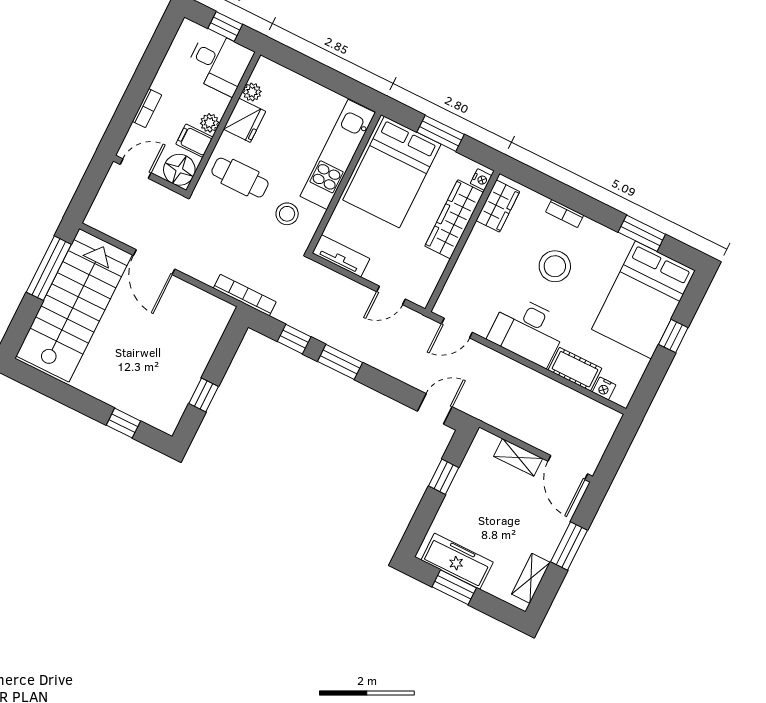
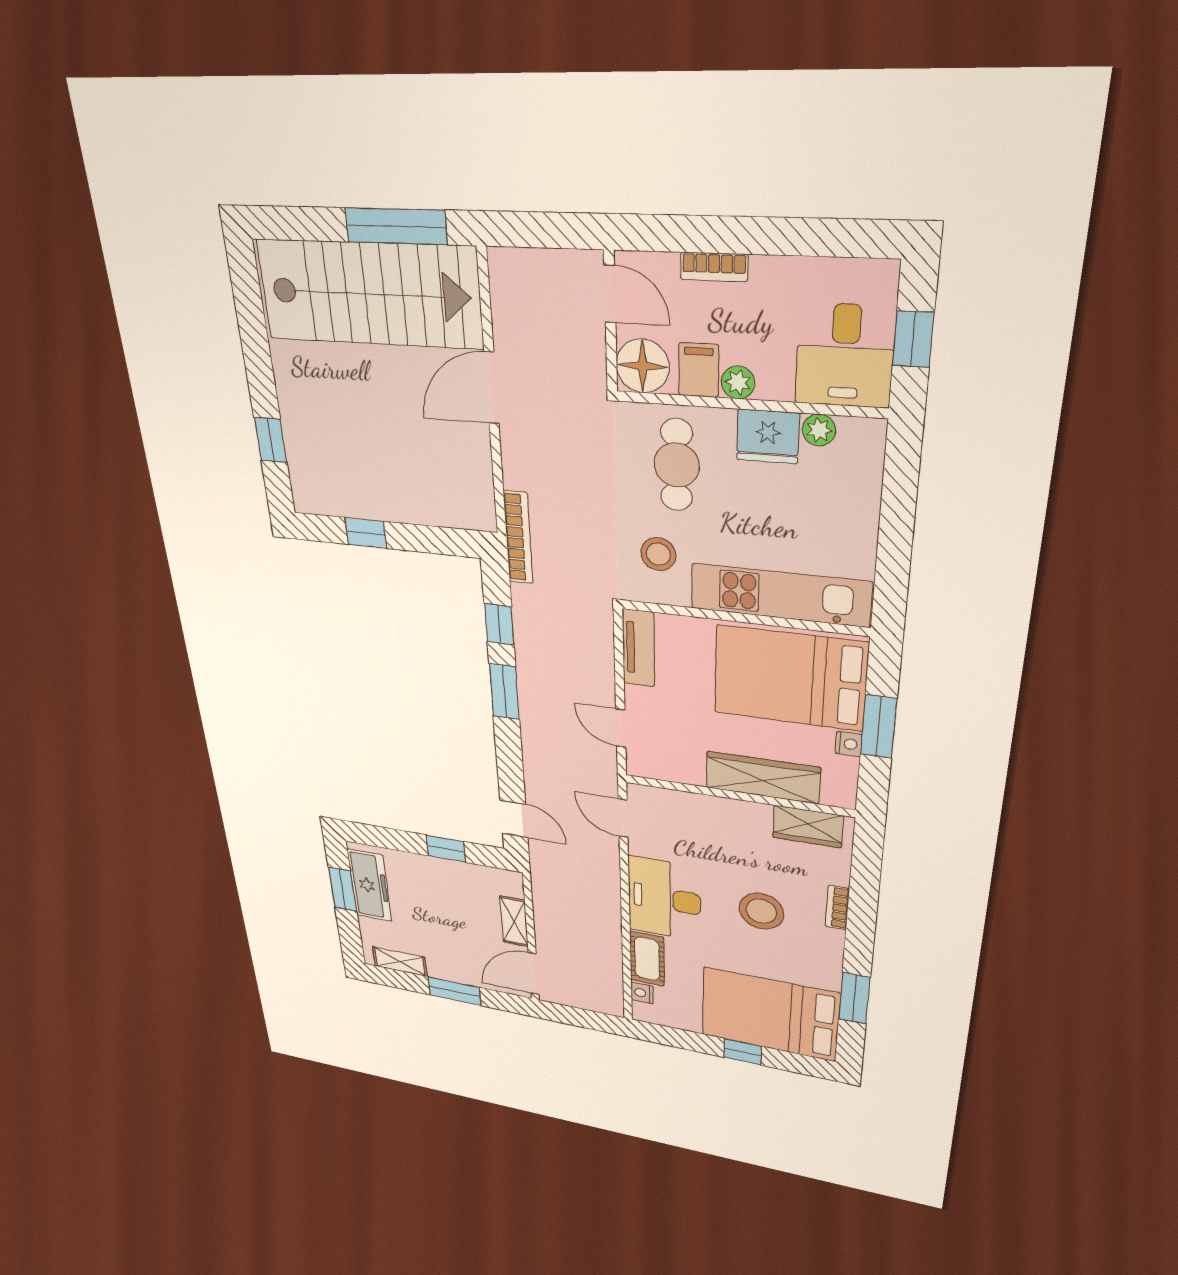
nightstand: (481, 180) -> (849, 744), moved, turned -90

